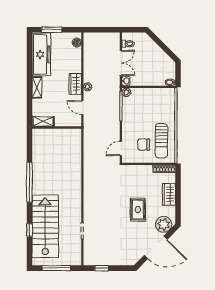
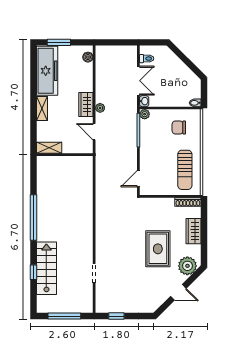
chair: (144, 144) -> (179, 127), moved
rug: (138, 210) -> (158, 249), width x1.36, depth x1.43
stairs: (45, 226) -> (46, 268), width x0.73, depth x0.66
door: (156, 247) -> (178, 292), width x0.53

